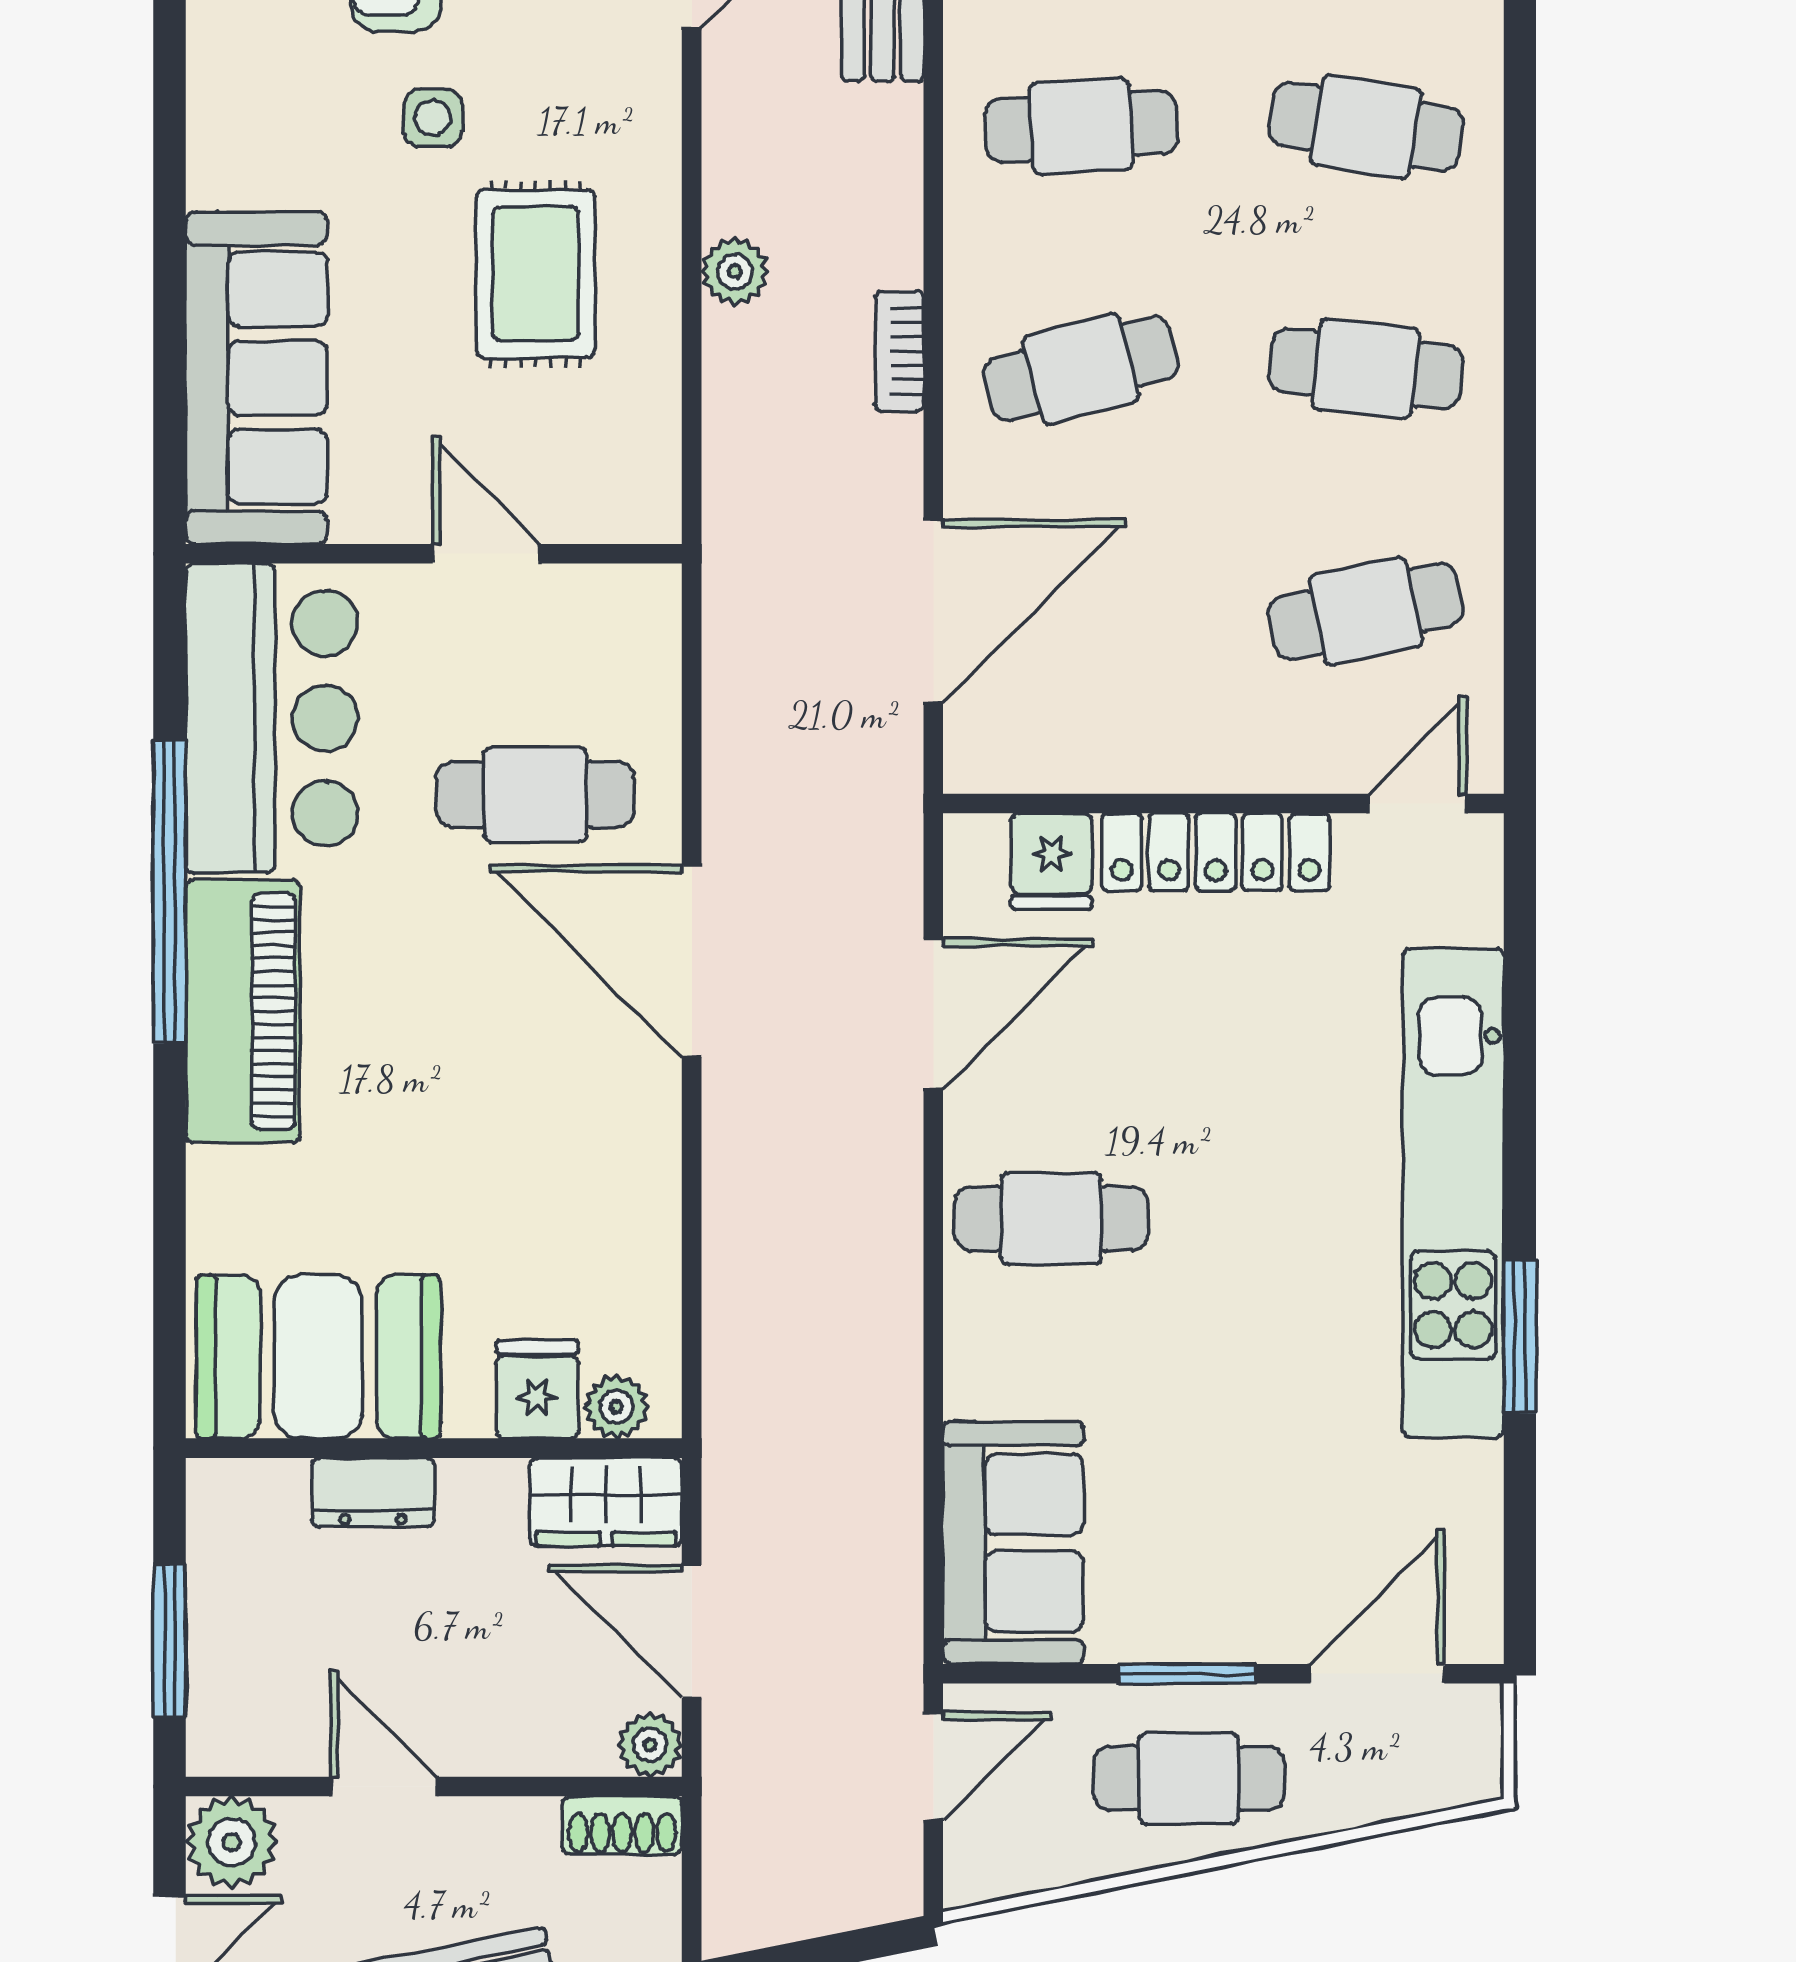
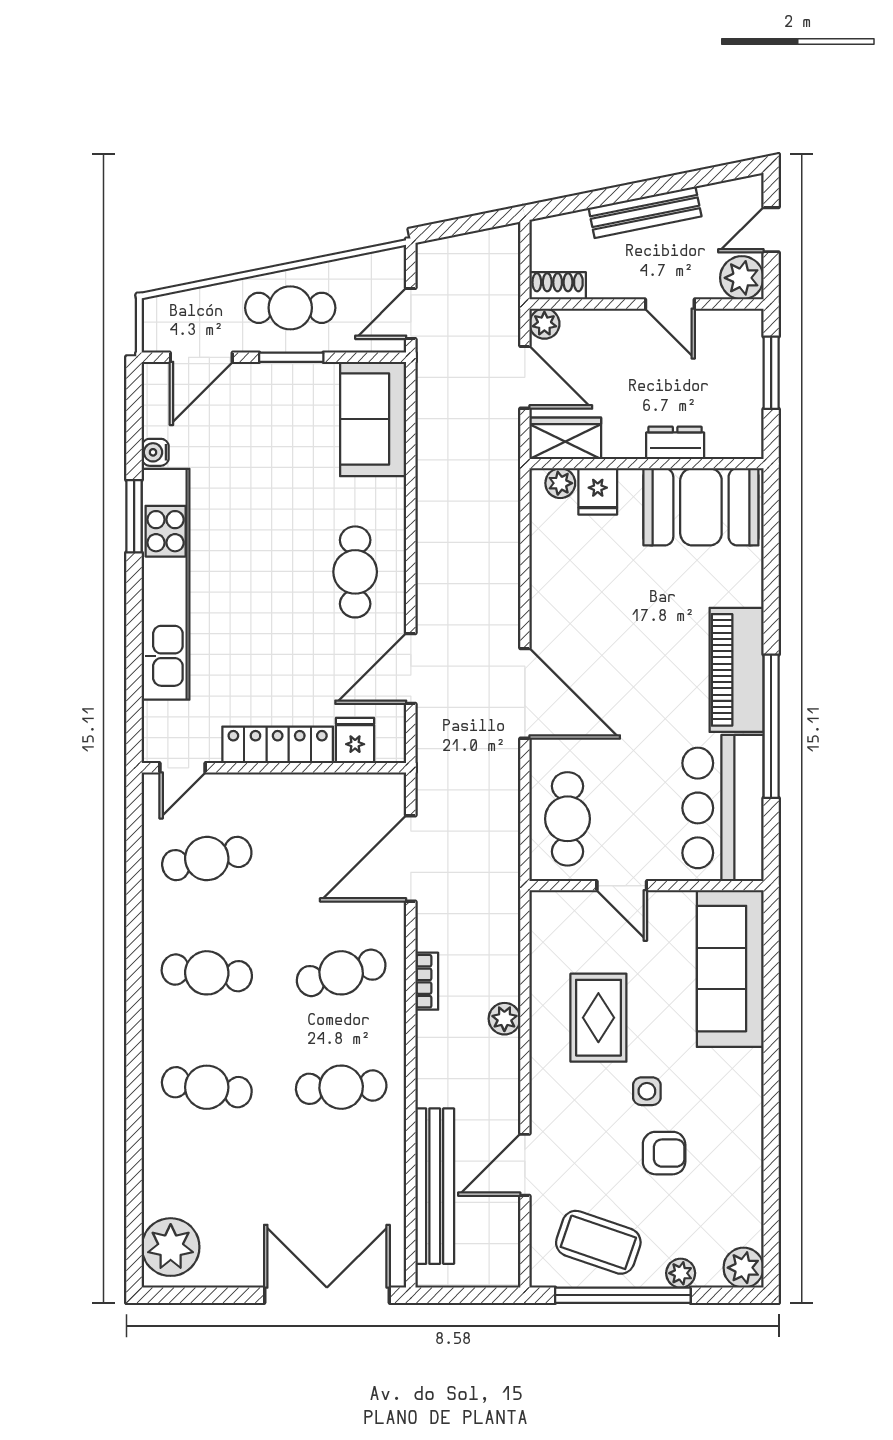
cafe table: (535, 795) -> (568, 819), moved, turned 90
cafe table: (1051, 1219) -> (355, 572), turned 90
water cooler: (1475, 1472) -> (155, 452), added

